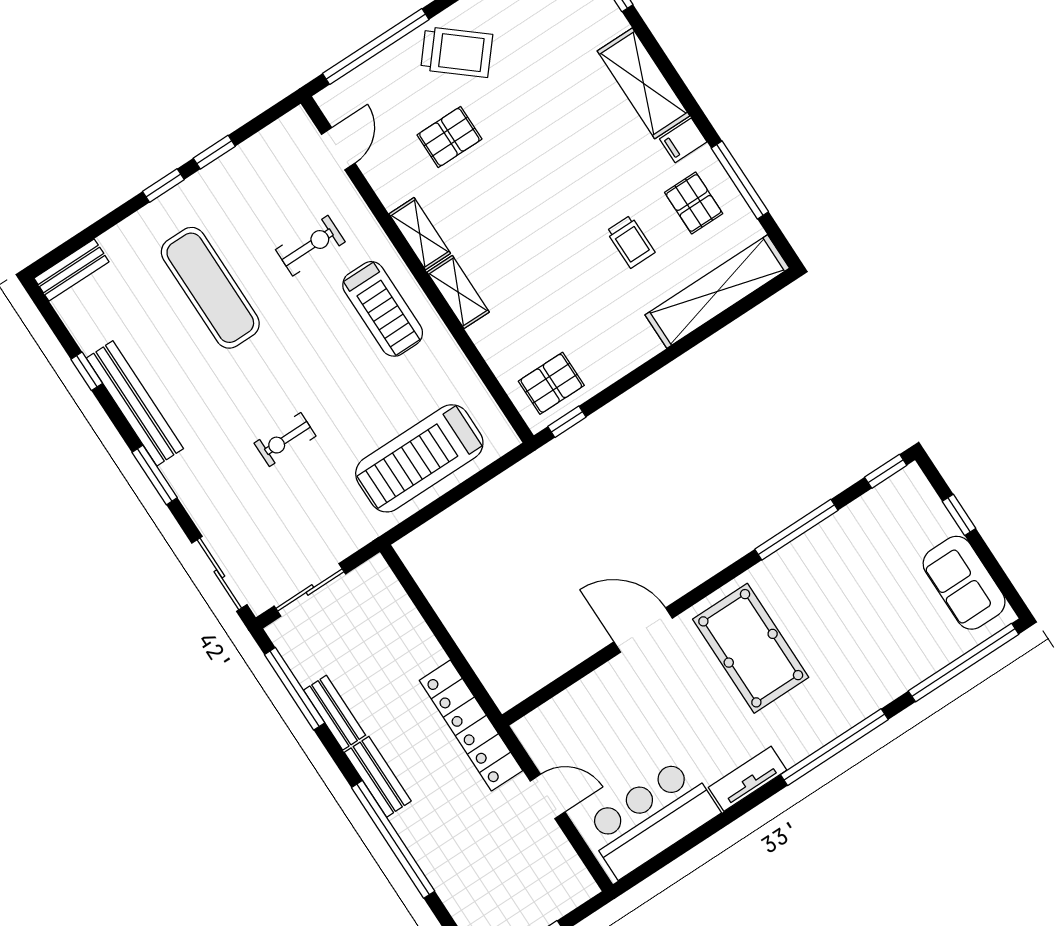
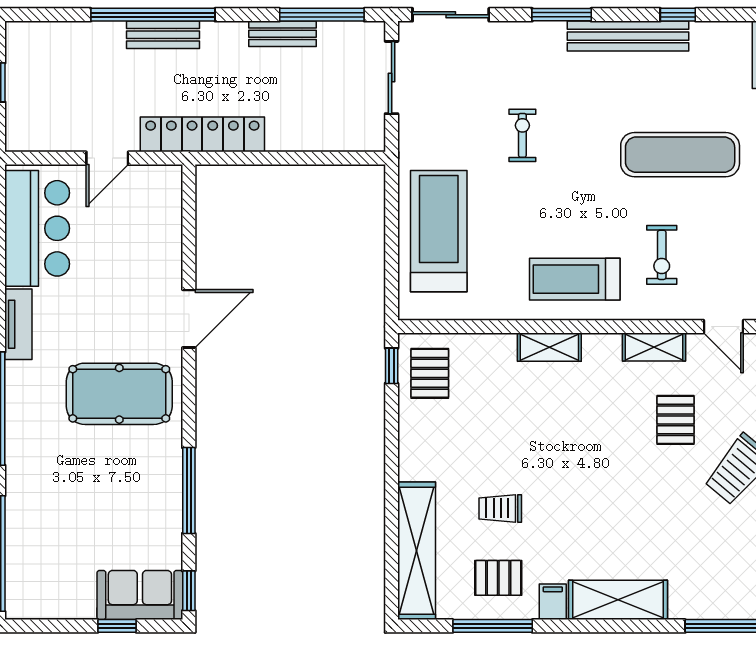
shelving: (420, 234) -> (654, 347), moved
sofa: (964, 583) -> (140, 595), moved
bench: (378, 777) -> (163, 35), moved

